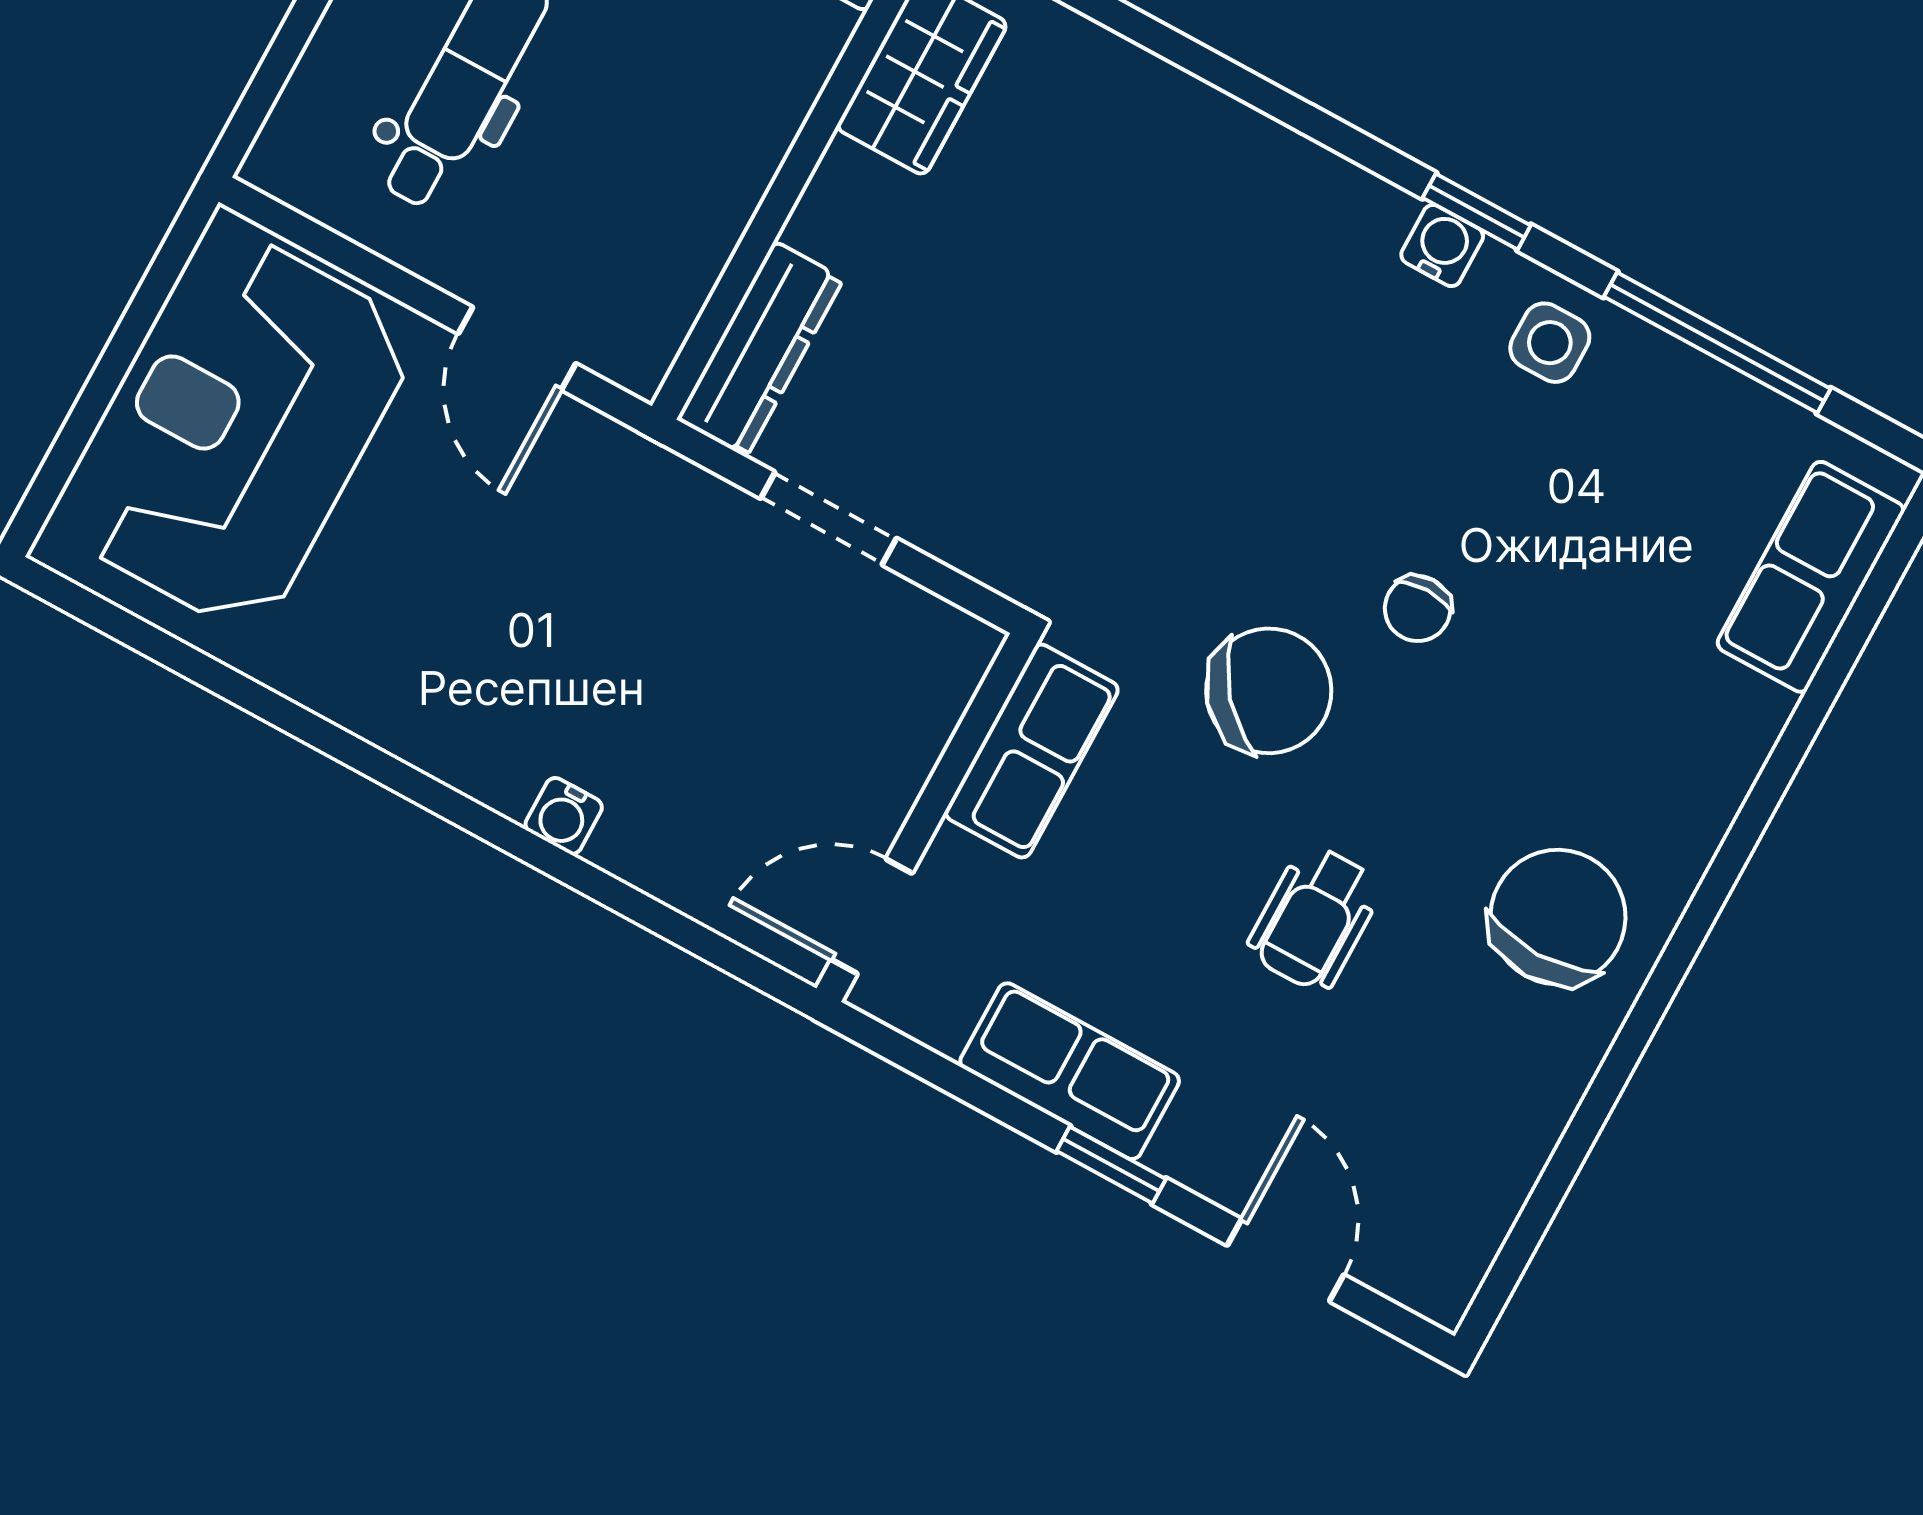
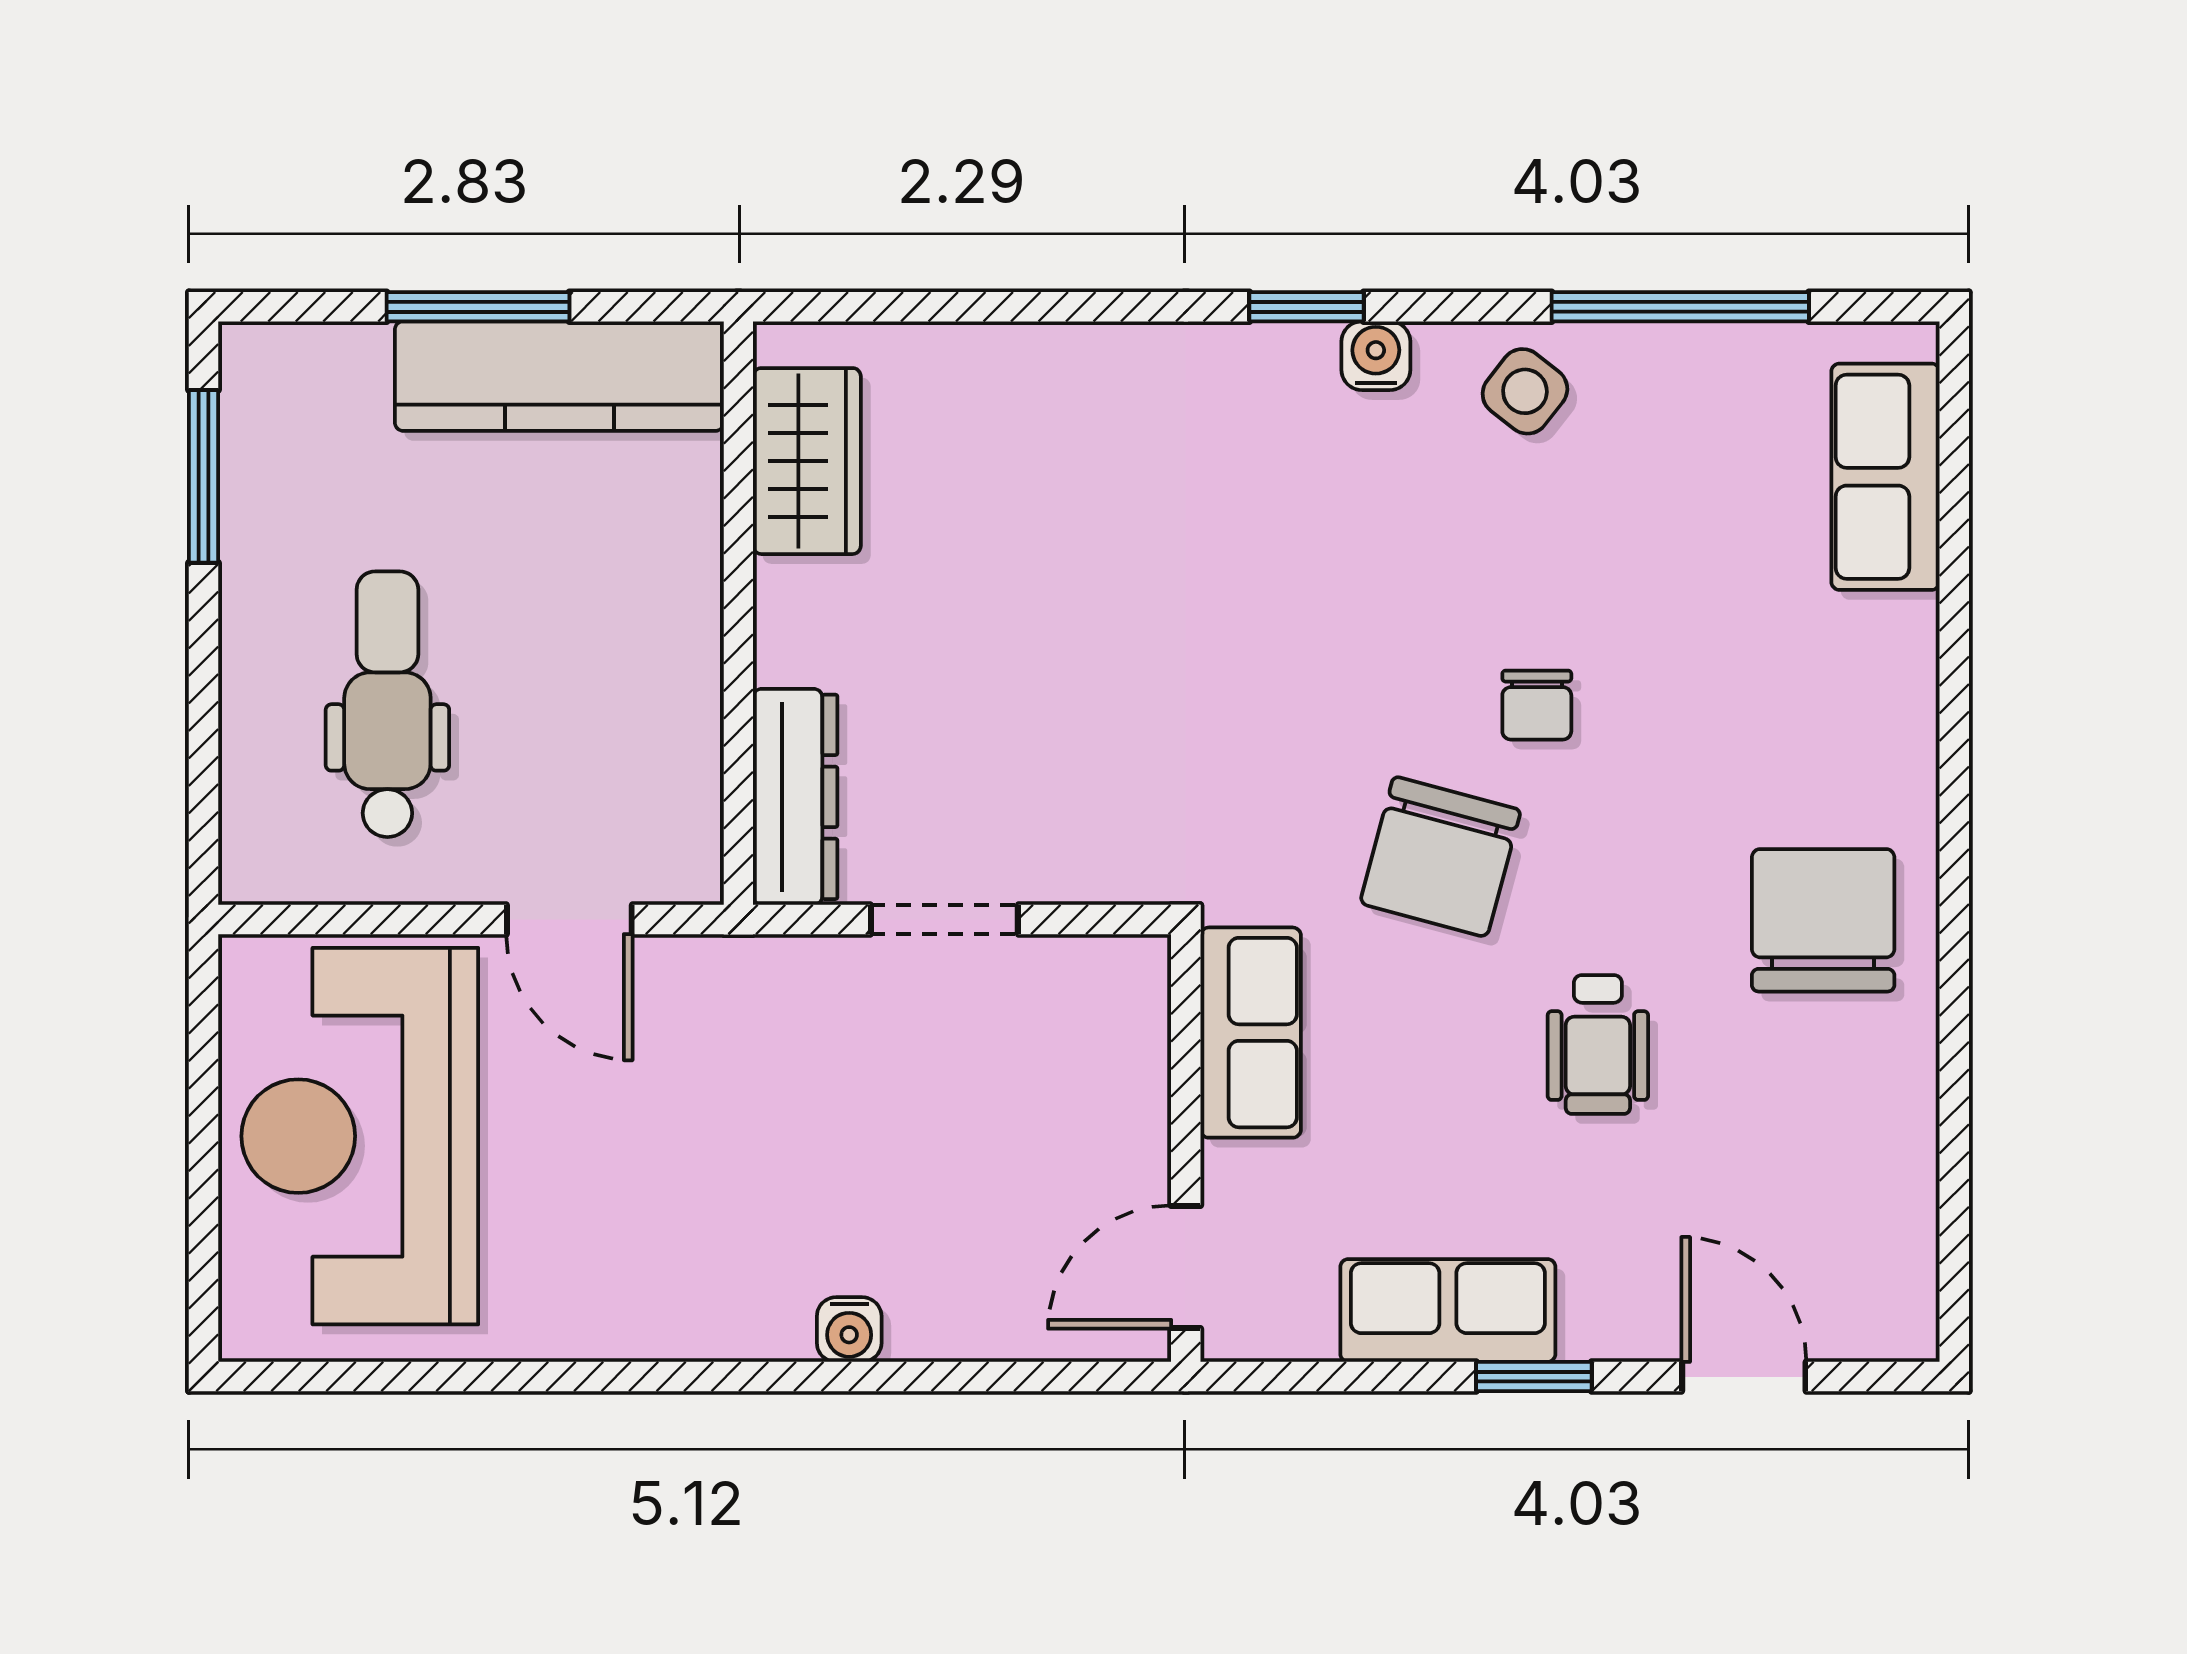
window: (1477, 212) -> (1306, 307), moved
side table: (1550, 343) -> (1525, 391), turned 38
chair: (1269, 691) -> (1440, 857), turned 145

